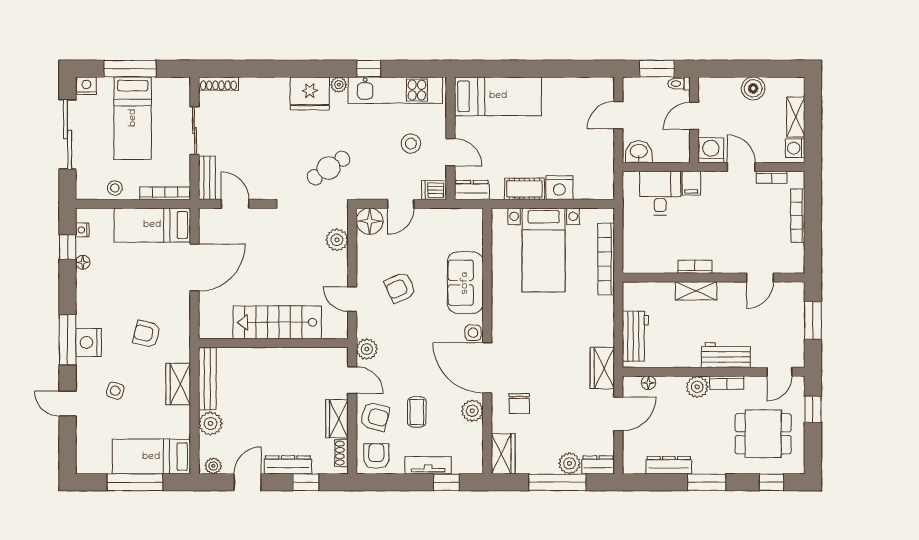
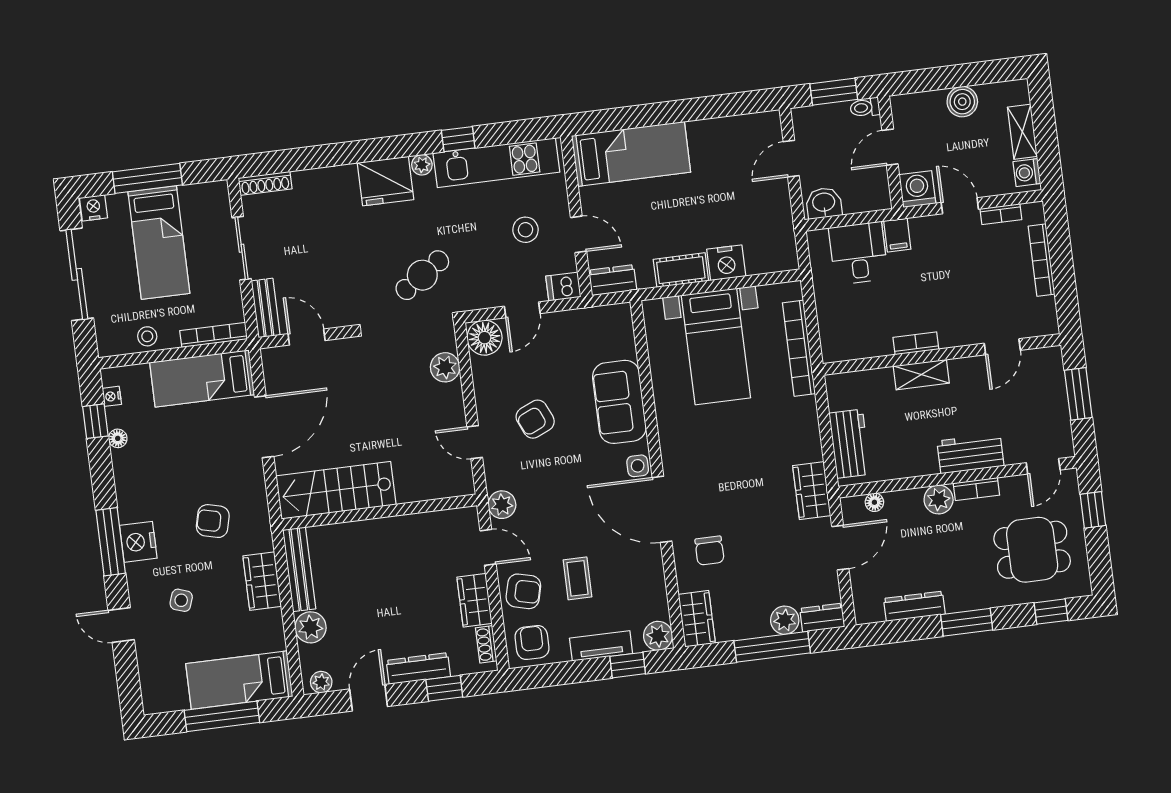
stairs: (277, 322) -> (336, 490), moved
plant: (472, 411) -> (658, 636), moved

